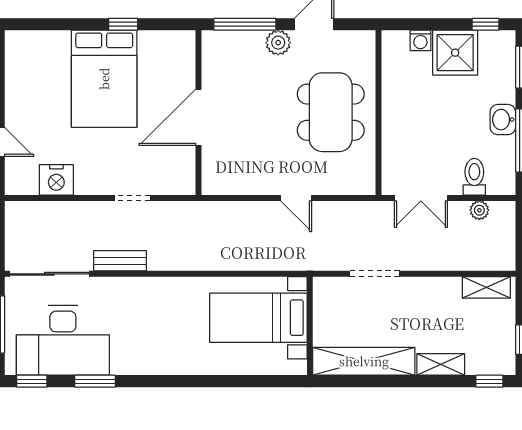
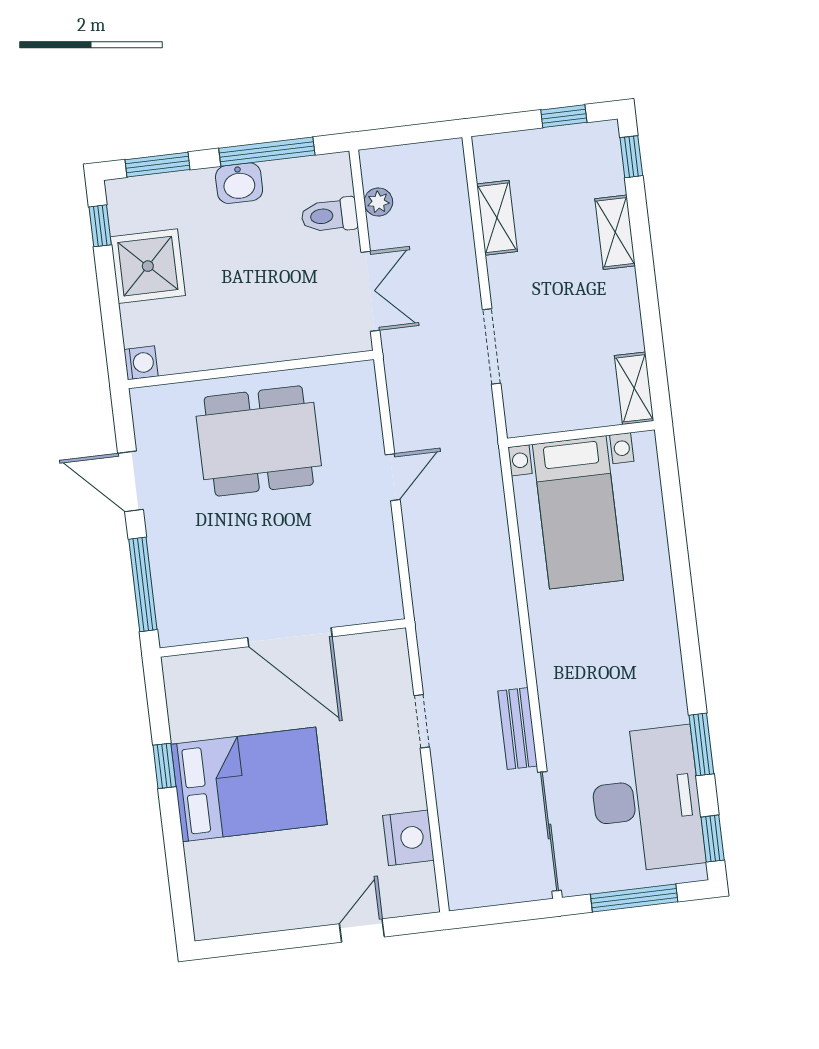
washing machine: (420, 40) -> (141, 363), moved
plant: (278, 43) -> (164, 532), removed
shelving: (486, 287) -> (497, 218), moved
shelving: (364, 361) -> (634, 388), width x0.45, depth x0.75

